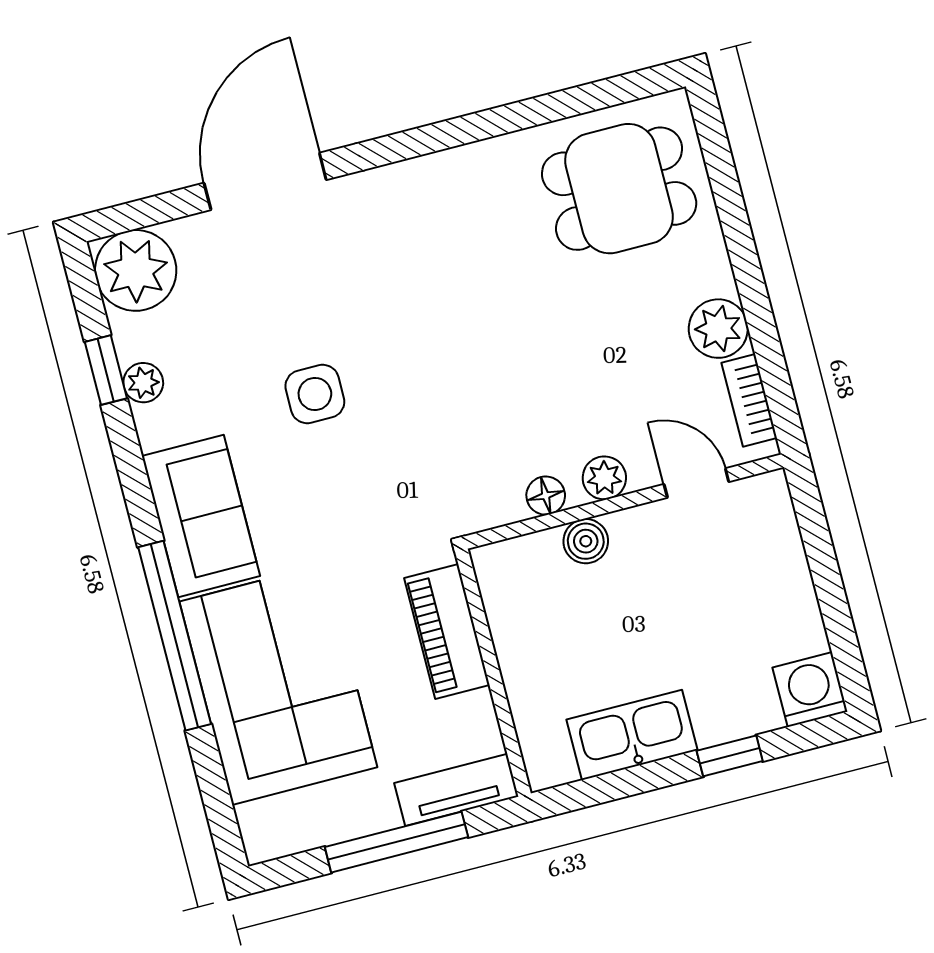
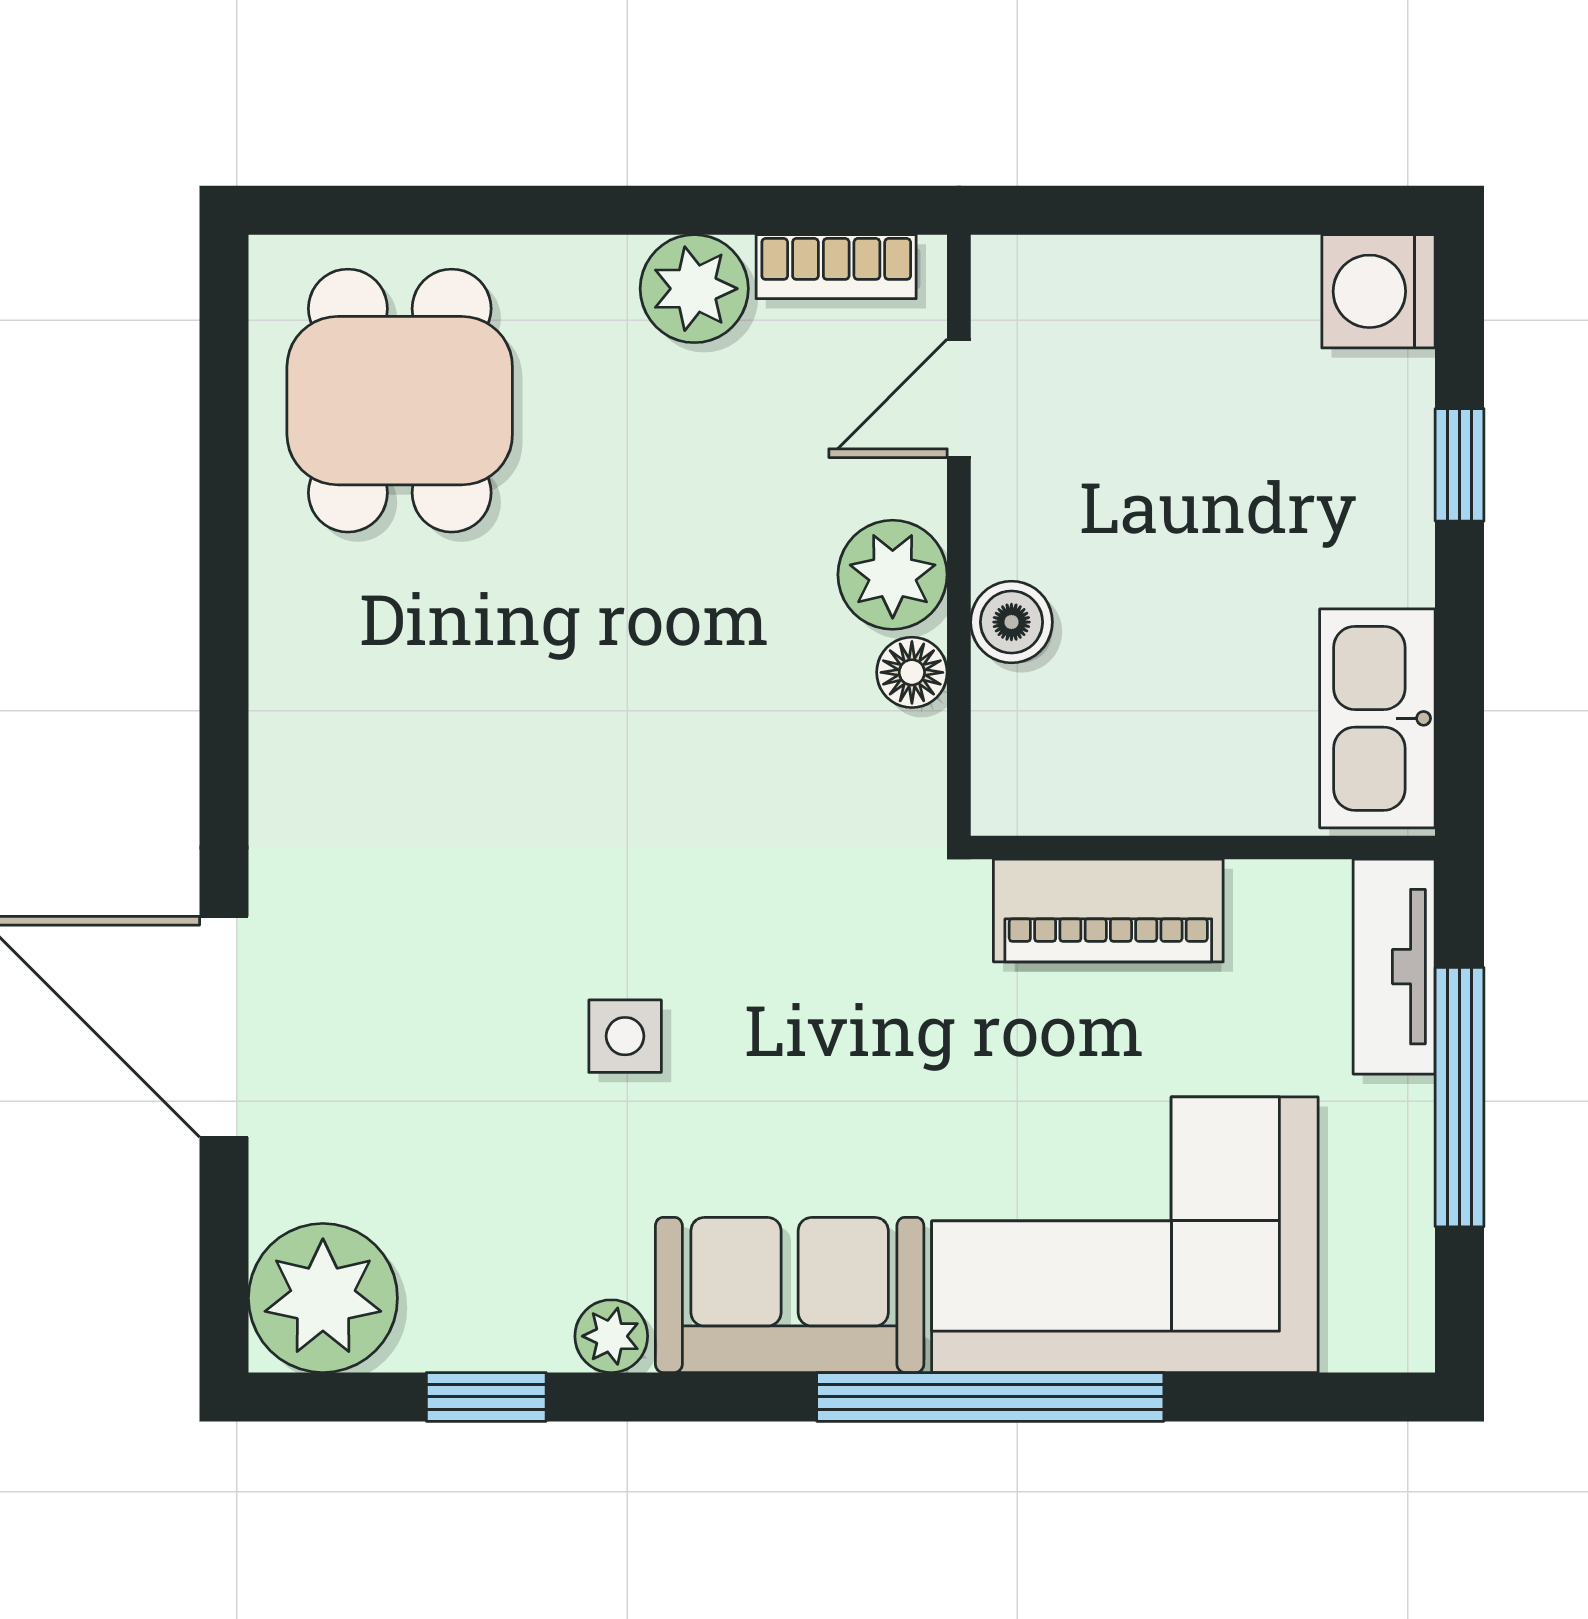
plant: (143, 383) -> (611, 1336), moved
side table: (315, 394) -> (625, 1036), width x0.73, depth x0.73
plant: (604, 478) -> (893, 575), width x1.38, depth x1.38
kitchen sink: (632, 735) -> (1377, 718), moved

